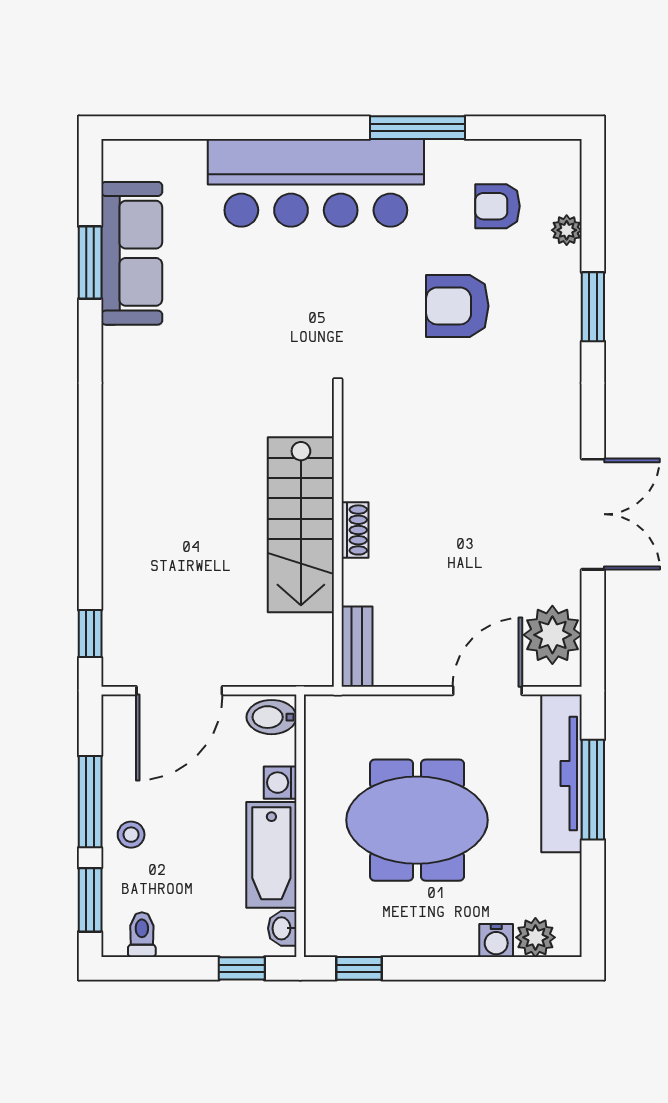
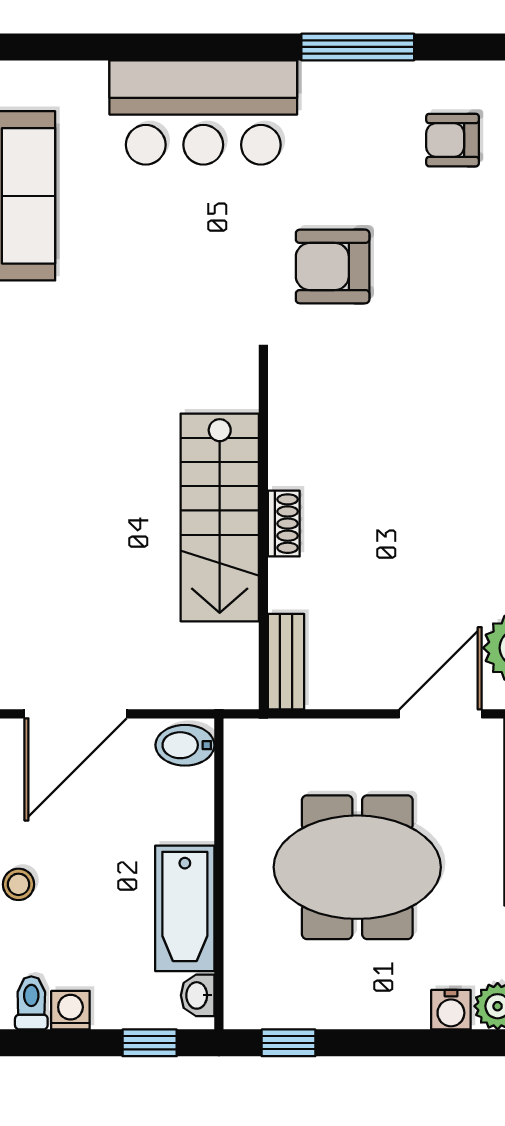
bar counter: (316, 183) -> (203, 112), width x0.73
armchair: (457, 306) -> (333, 266), moved
washing machine: (280, 783) -> (70, 1010), moved, turned 90

